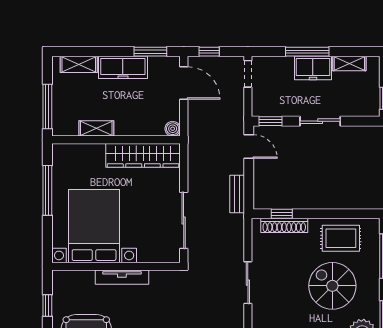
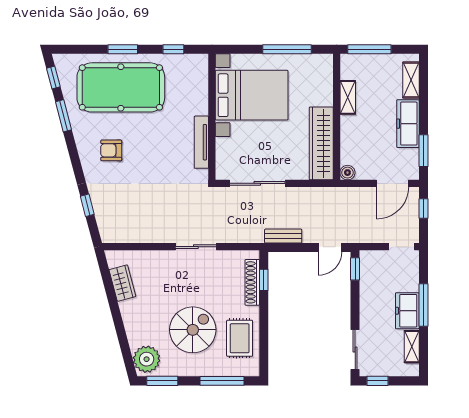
sliding door: (320, 121) -> (355, 350), moved
tv unit: (122, 277) -> (201, 142), moved

